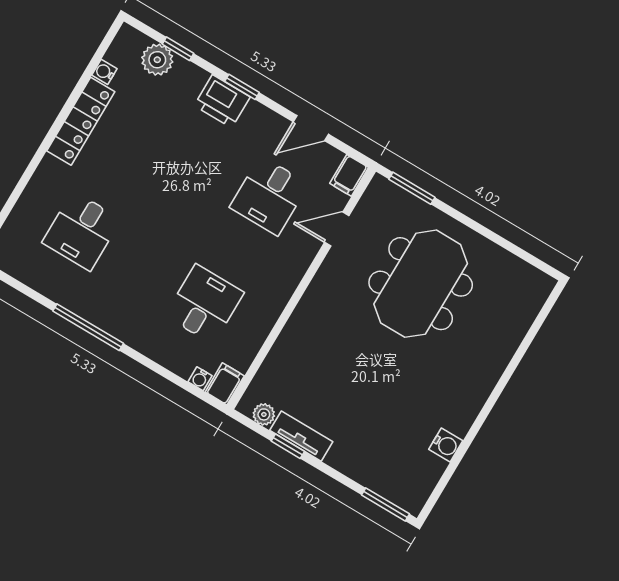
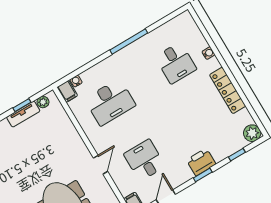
plant: (157, 60) -> (252, 133), moved
water cooler: (104, 72) -> (208, 53), moved
door: (337, 229) -> (100, 165), moved
desk: (82, 231) -> (176, 63), turned 180
desk: (204, 304) -> (110, 102), width x1.37

